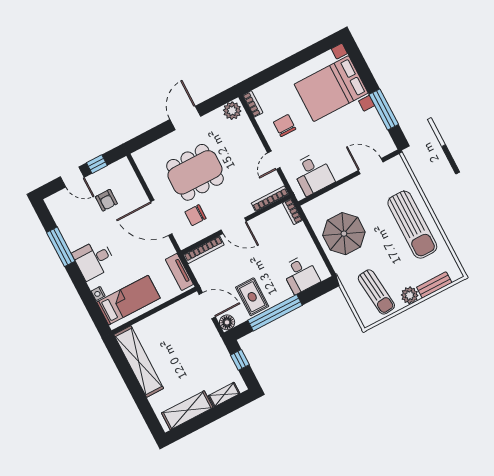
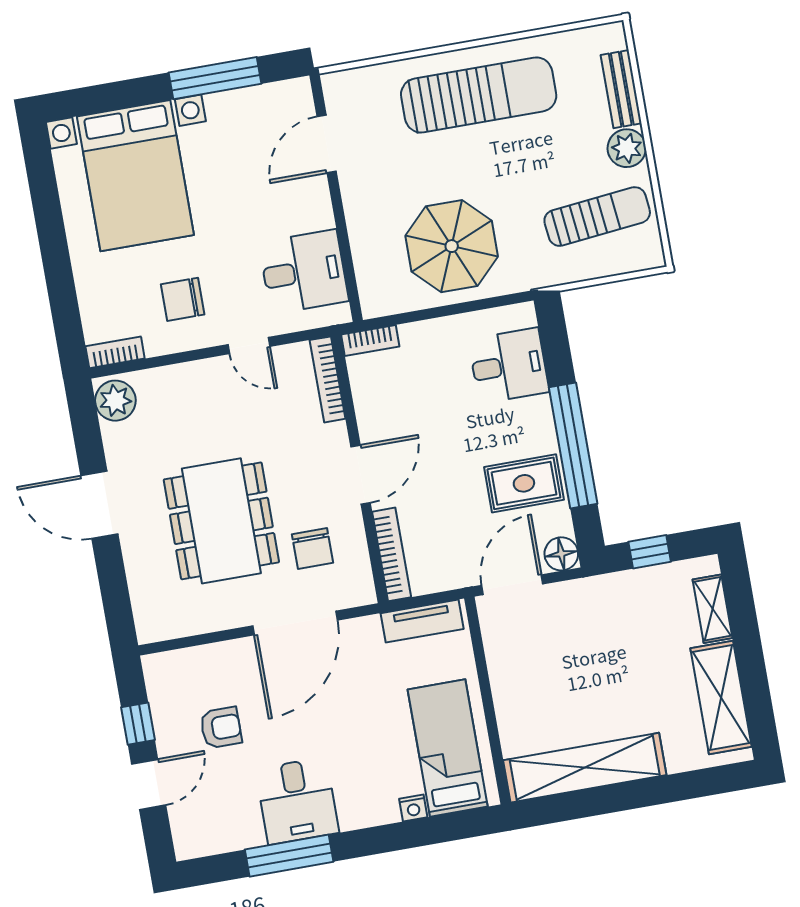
desk: (94, 259) -> (297, 801), moved

